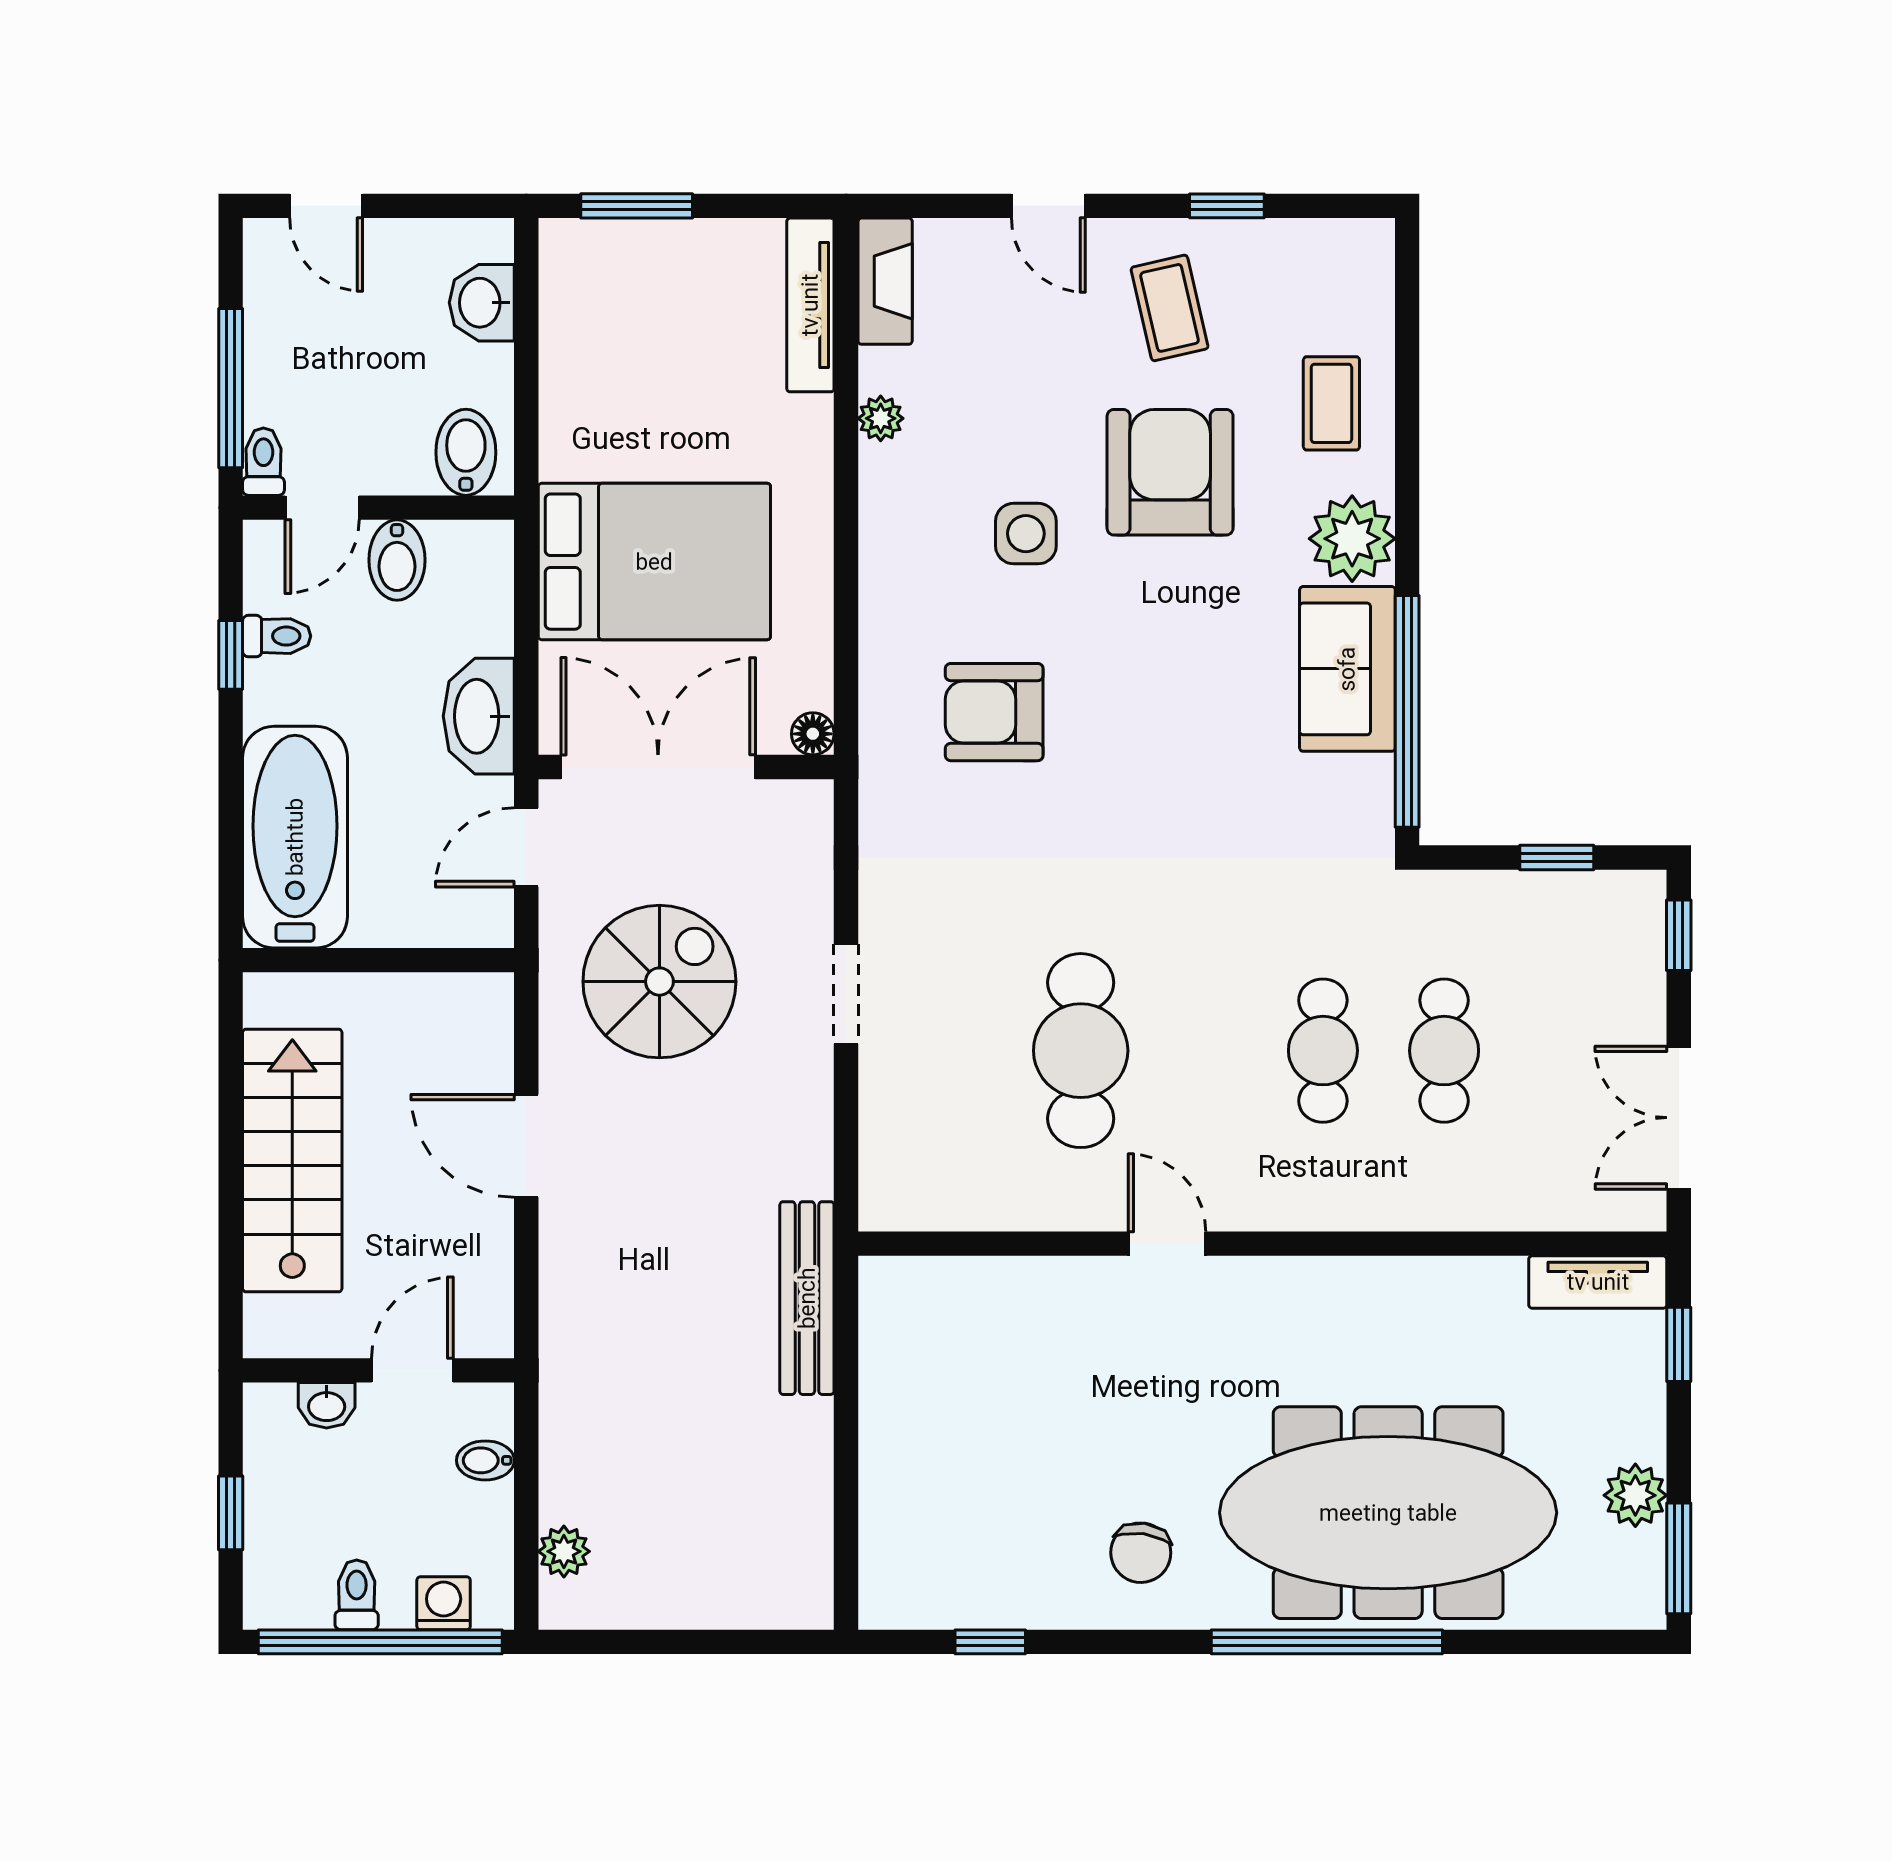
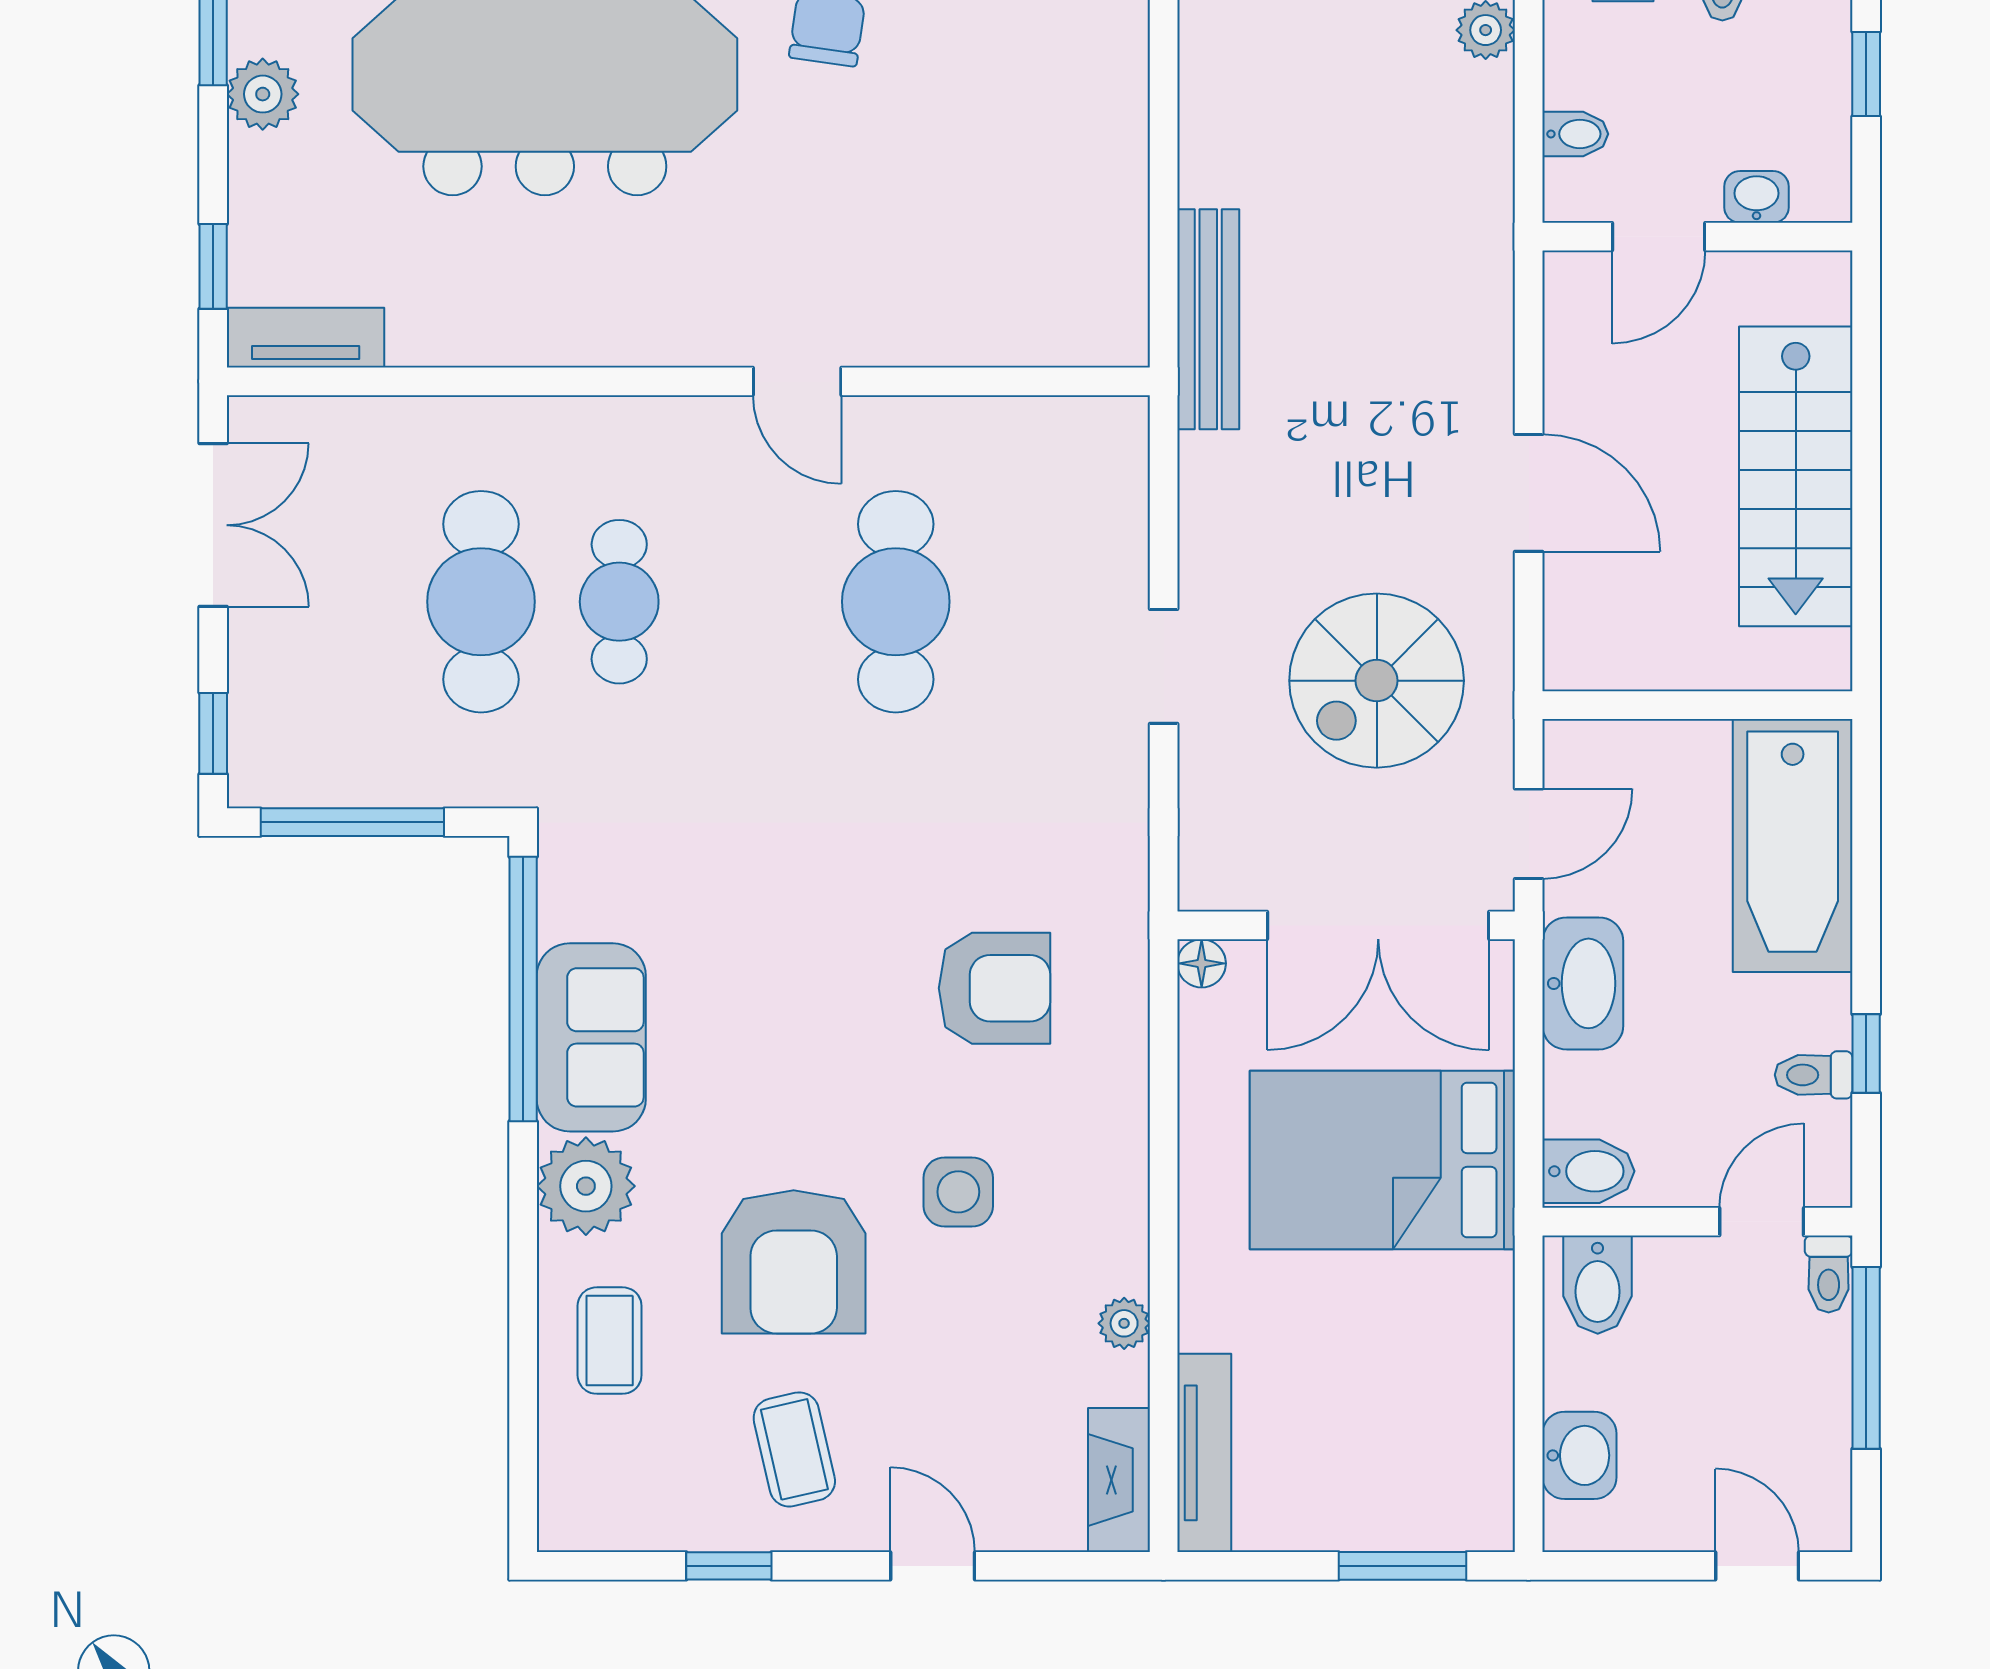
bidet: (397, 560) -> (1588, 1171), moved, turned 90
window: (1557, 858) -> (352, 822), width x2.17
cafe table: (1444, 1051) -> (481, 602), width x1.37, depth x1.35

